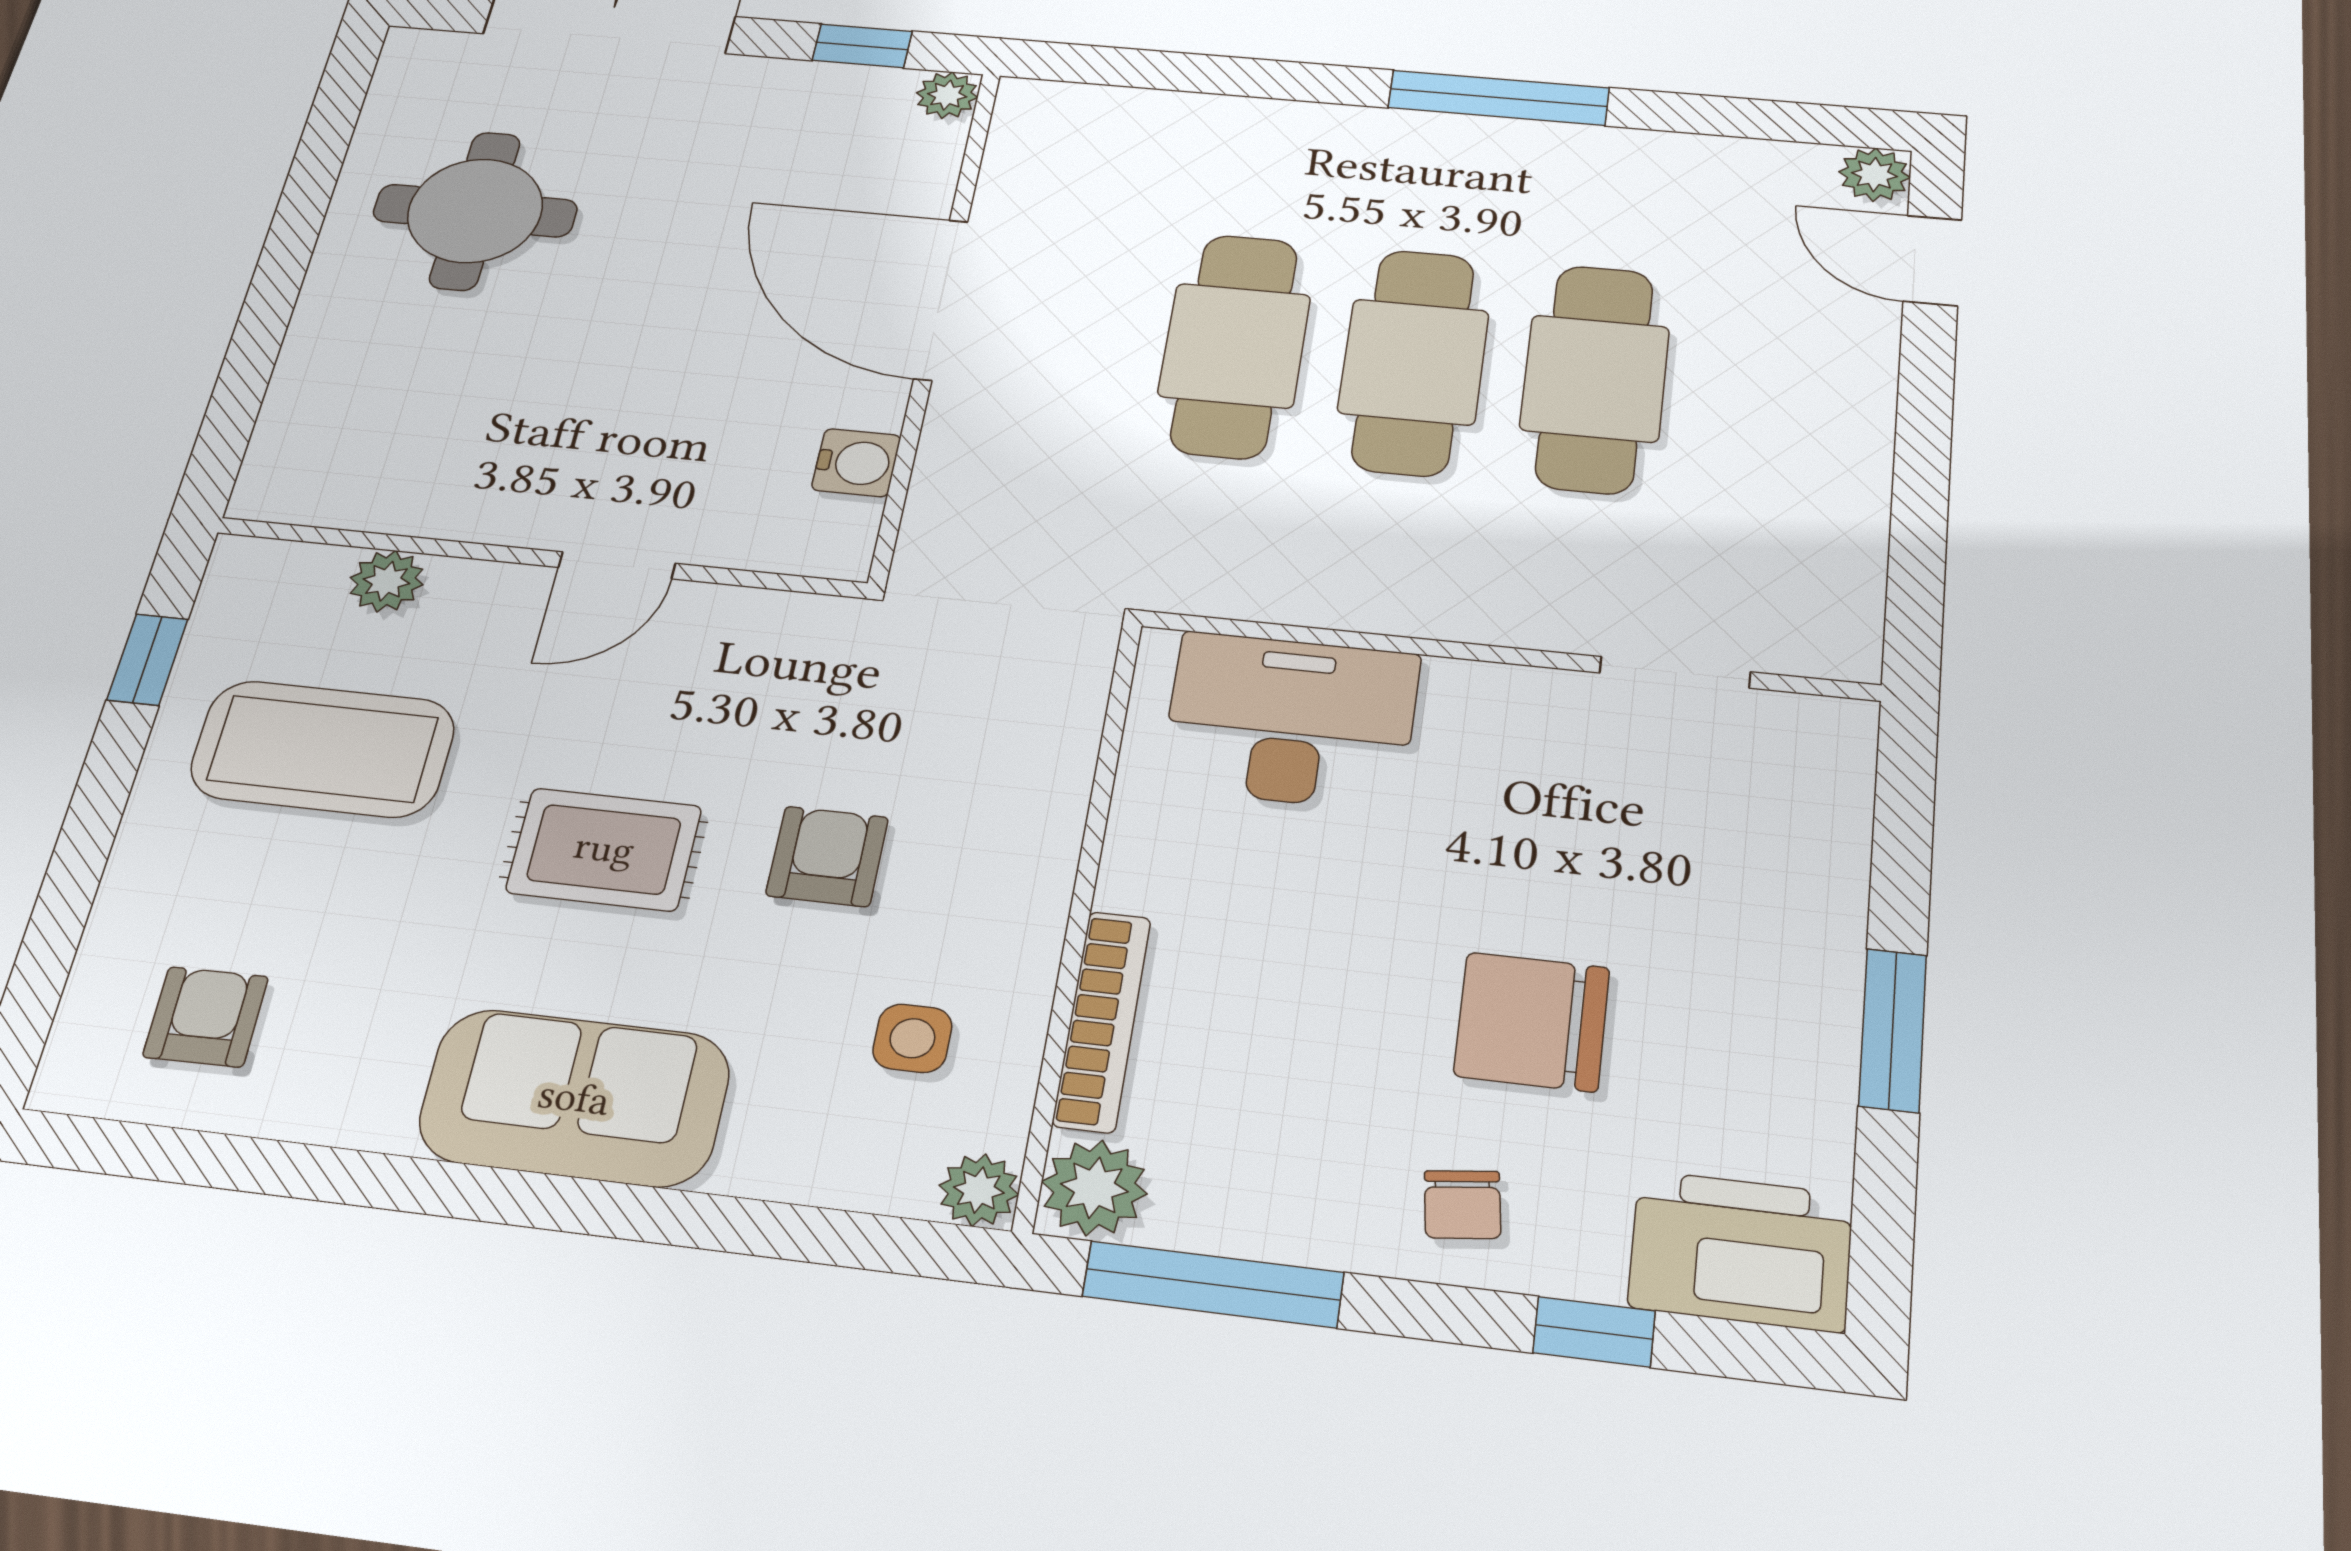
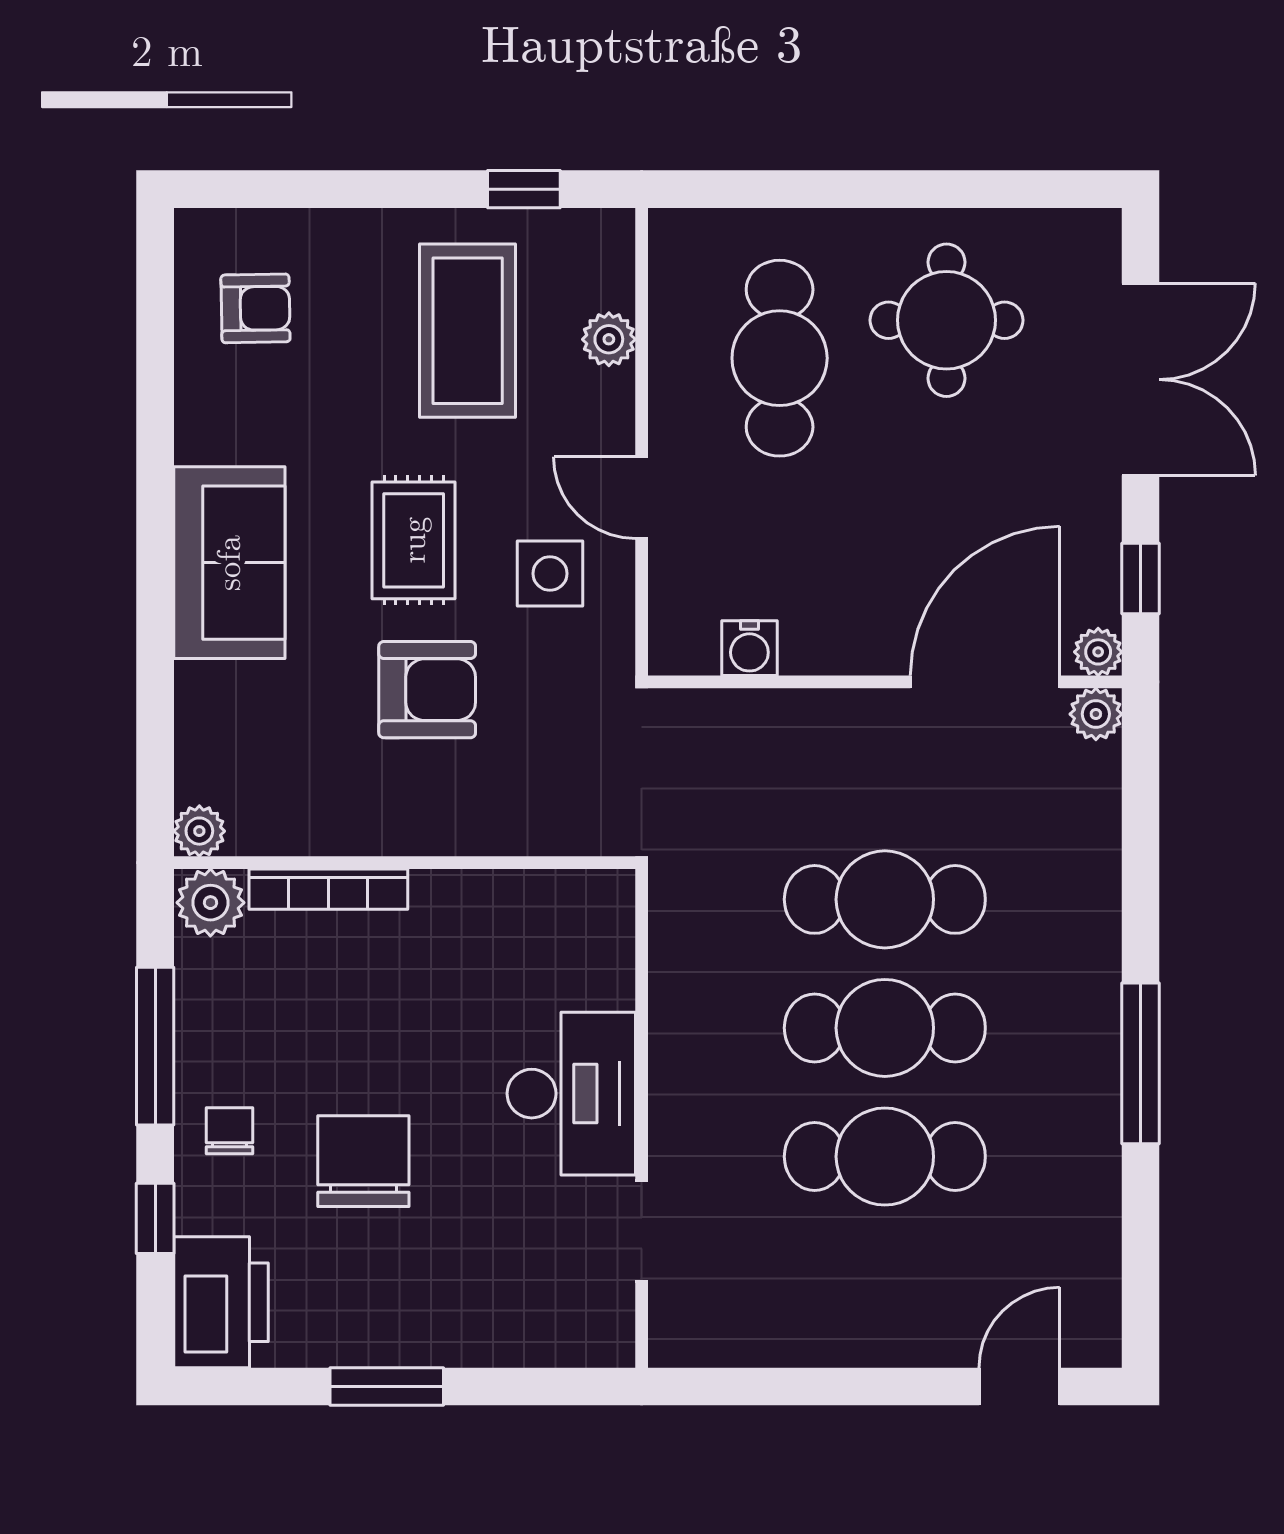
plant: (1874, 175) -> (1096, 714), moved
door: (941, 300) -> (985, 682), moved
cafe table: (471, 392) -> (780, 358), added
desk: (1290, 721) -> (571, 1094), moved
armchair: (827, 856) -> (427, 690), width x1.38, depth x1.38
side table: (912, 1038) -> (550, 574), moved, width x1.37, depth x1.37
chair: (1463, 1205) -> (229, 1131), turned 97
window: (1213, 1284) -> (155, 1046), moved

